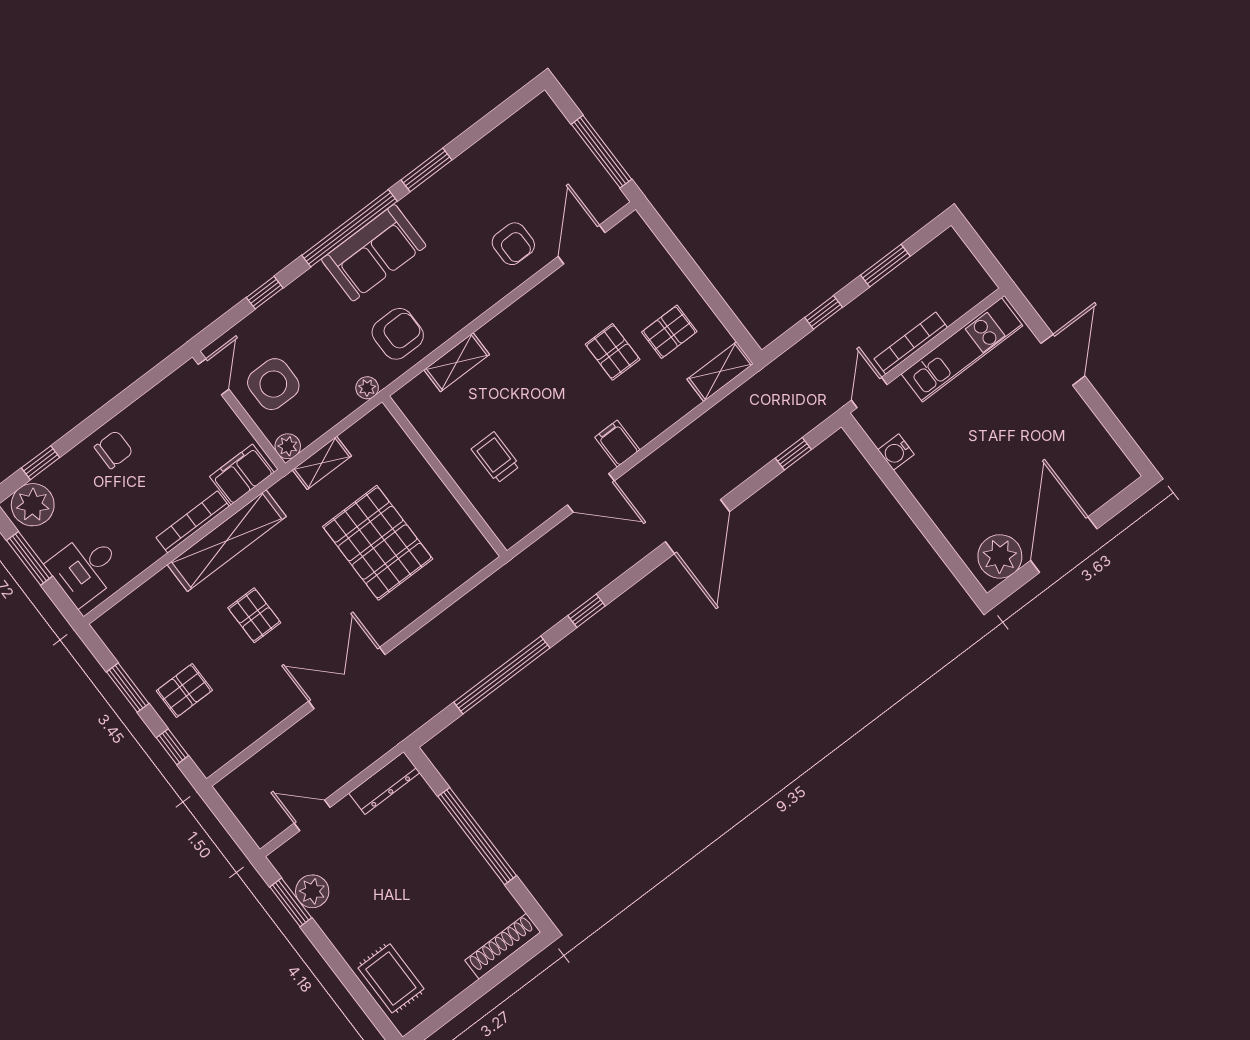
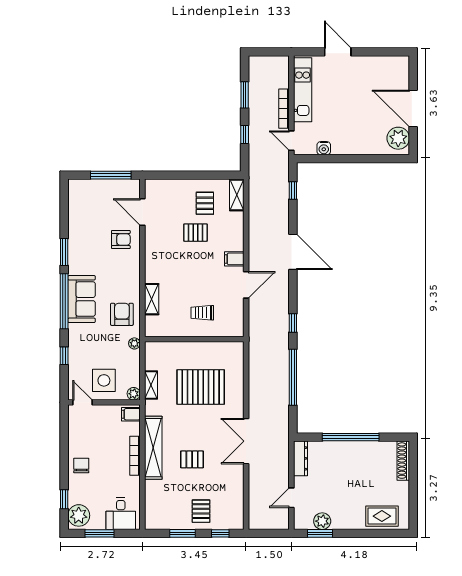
filing cabinet: (242, 474) -> (131, 414), width x0.50

